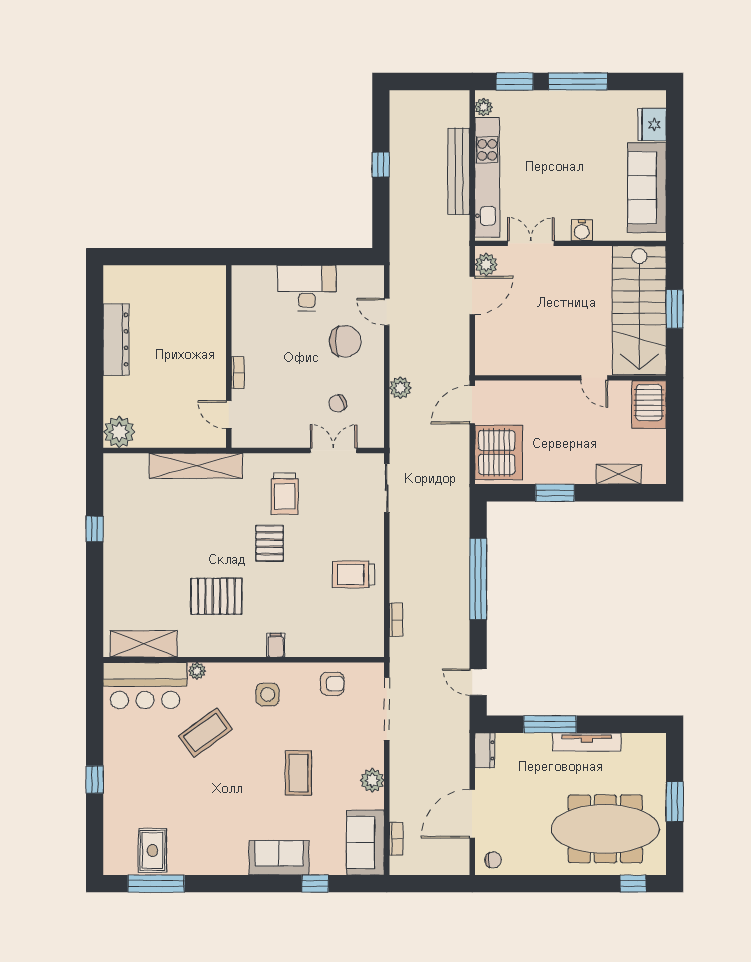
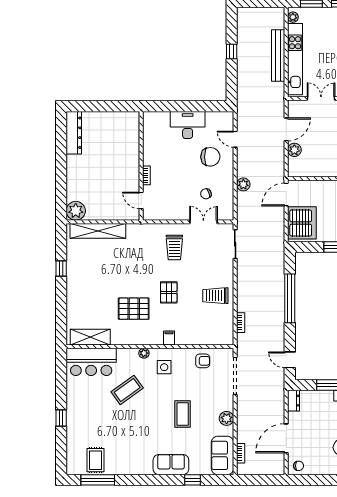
plant: (486, 265) -> (294, 150), moved
dresser: (116, 340) -> (74, 133), moved
shelving: (196, 466) -> (98, 231), moved
pallet: (270, 543) -> (169, 292), moved
plant: (197, 671) -> (144, 353), moved

